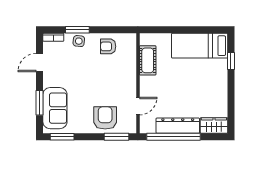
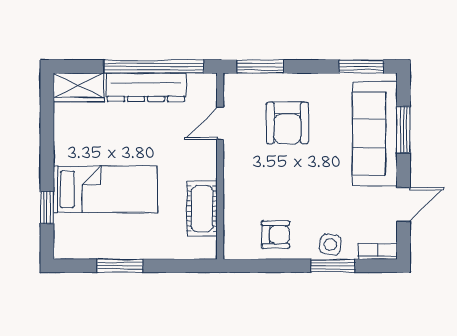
window: (192, 30) -> (120, 266), added
bed: (200, 46) -> (105, 189), moved
sofa: (55, 108) -> (375, 134), width x1.36
armchair: (105, 118) -> (287, 123), moved

